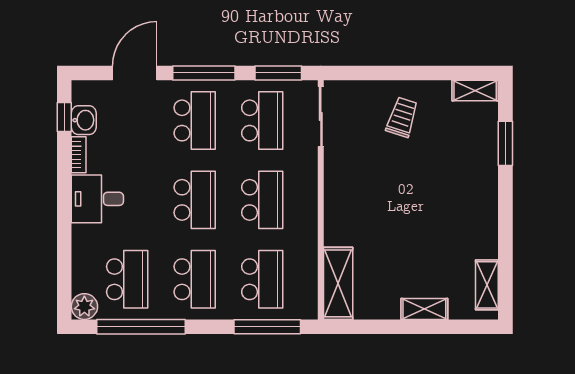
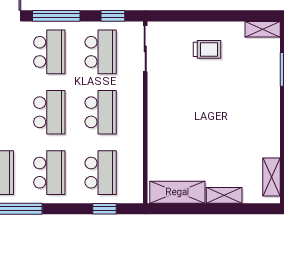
window: (278, 73) -> (113, 16), width x0.67
trolley: (402, 117) -> (207, 49), turned 72
shelving: (338, 283) -> (177, 192), moved, turned 90
window: (267, 327) -> (104, 209), width x0.46

